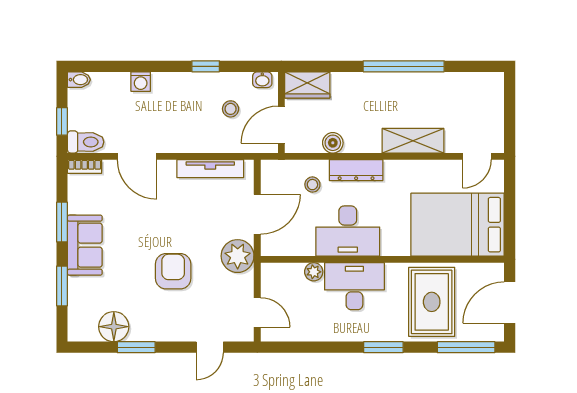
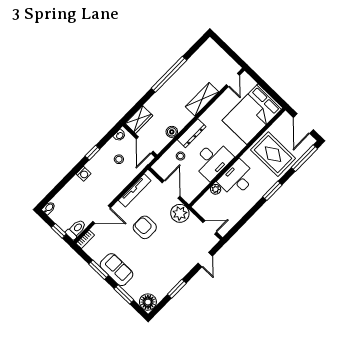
washing machine: (141, 82) -> (84, 174), moved
armchair: (173, 271) -> (145, 227), moved
floor lamp: (114, 327) -> (148, 302), moved

